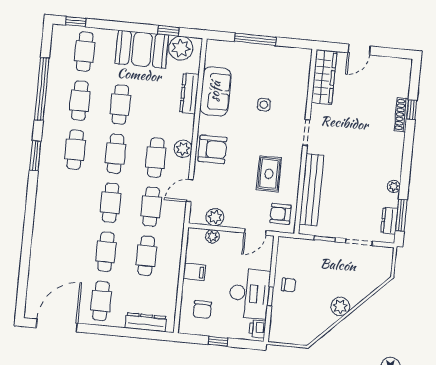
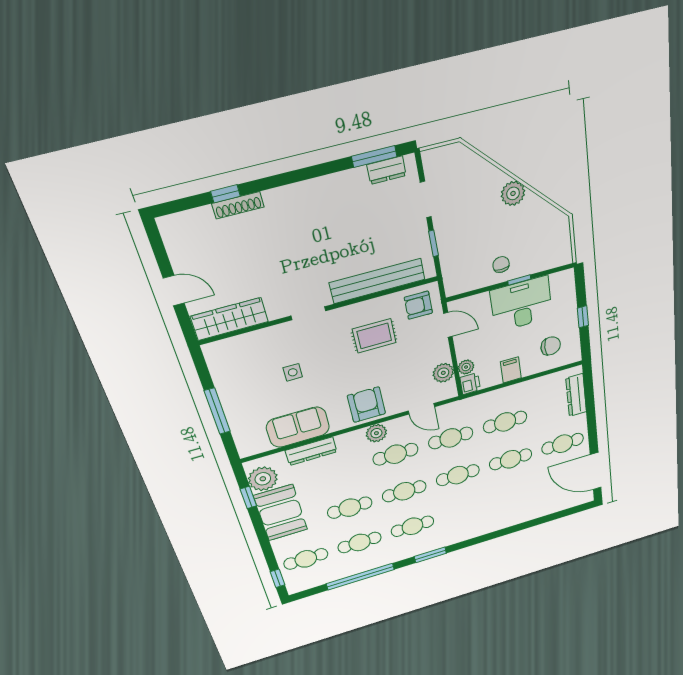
plant: (394, 186) -> (339, 181), removed
armchair: (281, 214) -> (418, 305), turned 90
printer: (257, 329) -> (470, 384), moved, turned -90

